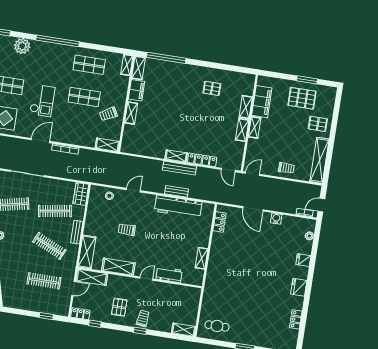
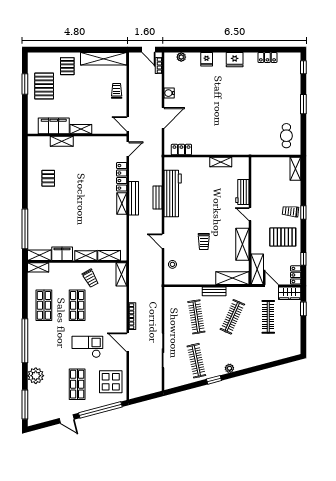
shelving: (242, 130) -> (109, 255), moved
wardrobe: (81, 194) -> (290, 293), moved
pallet: (119, 307) -> (283, 237), width x1.50, depth x1.42

